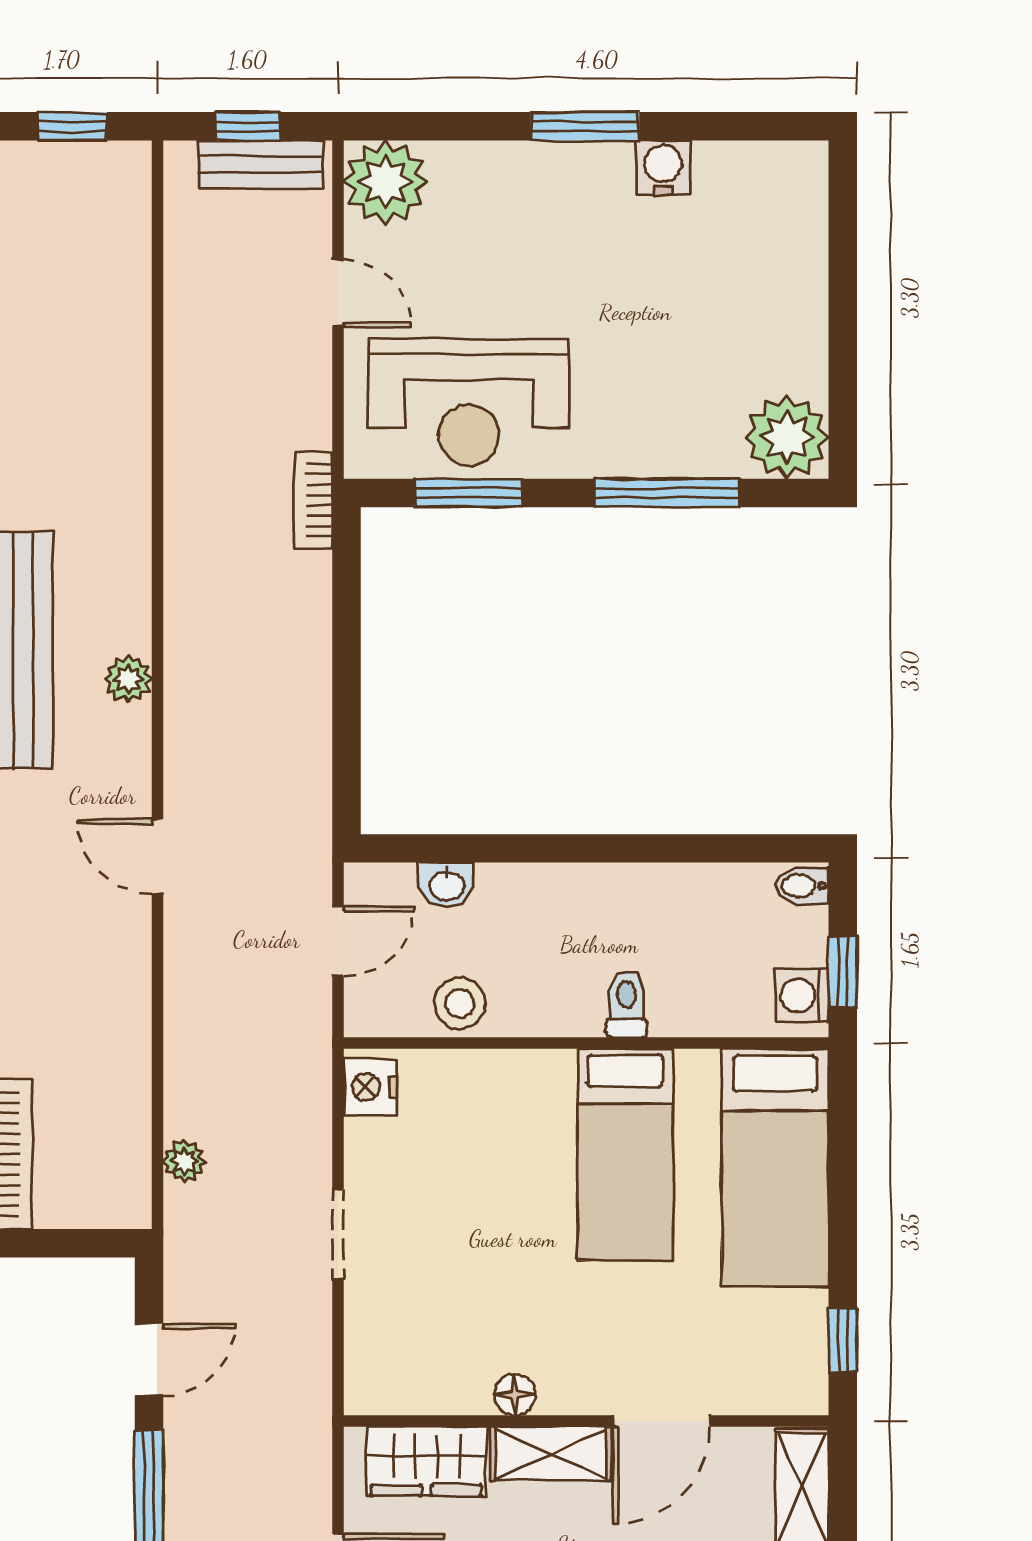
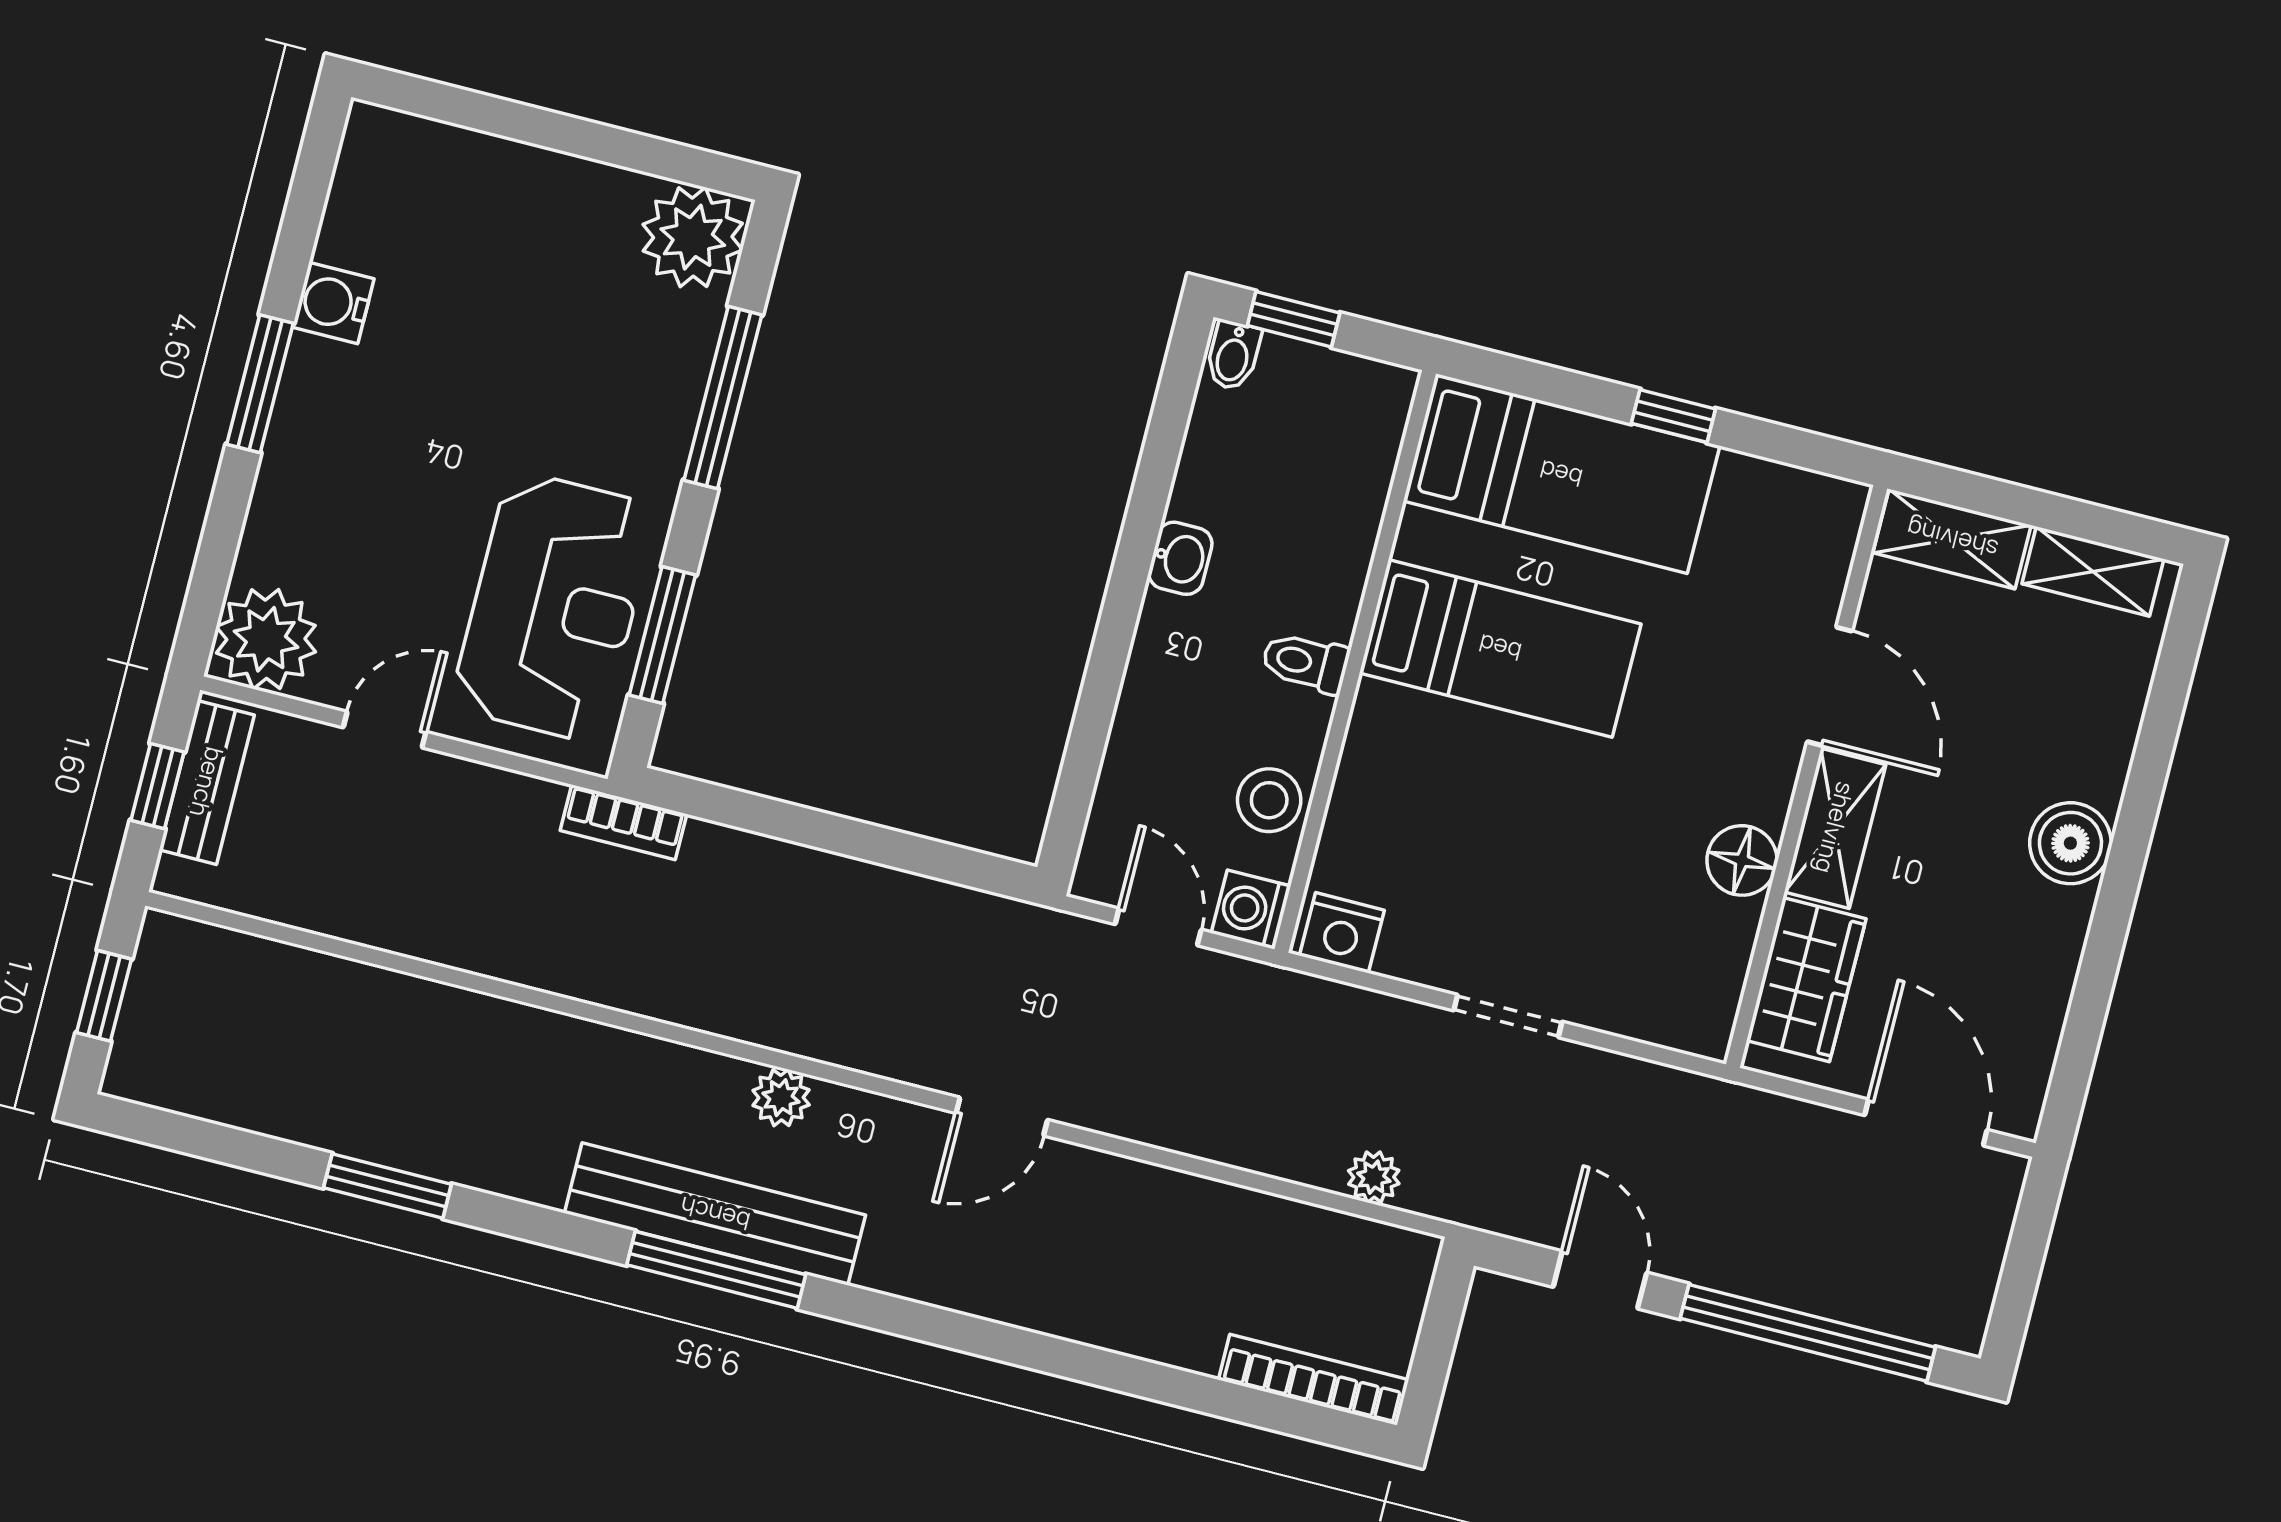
washbasin: (447, 885) -> (1180, 558), moved
window: (843, 972) -> (1294, 319), moved
washing machine: (802, 995) -> (1251, 910), moved, turned 90
toilet: (627, 1004) -> (1305, 662), moved
window: (843, 1340) -> (1673, 416), moved
floor lamp: (515, 1395) -> (1742, 860), width x1.37, depth x1.37

